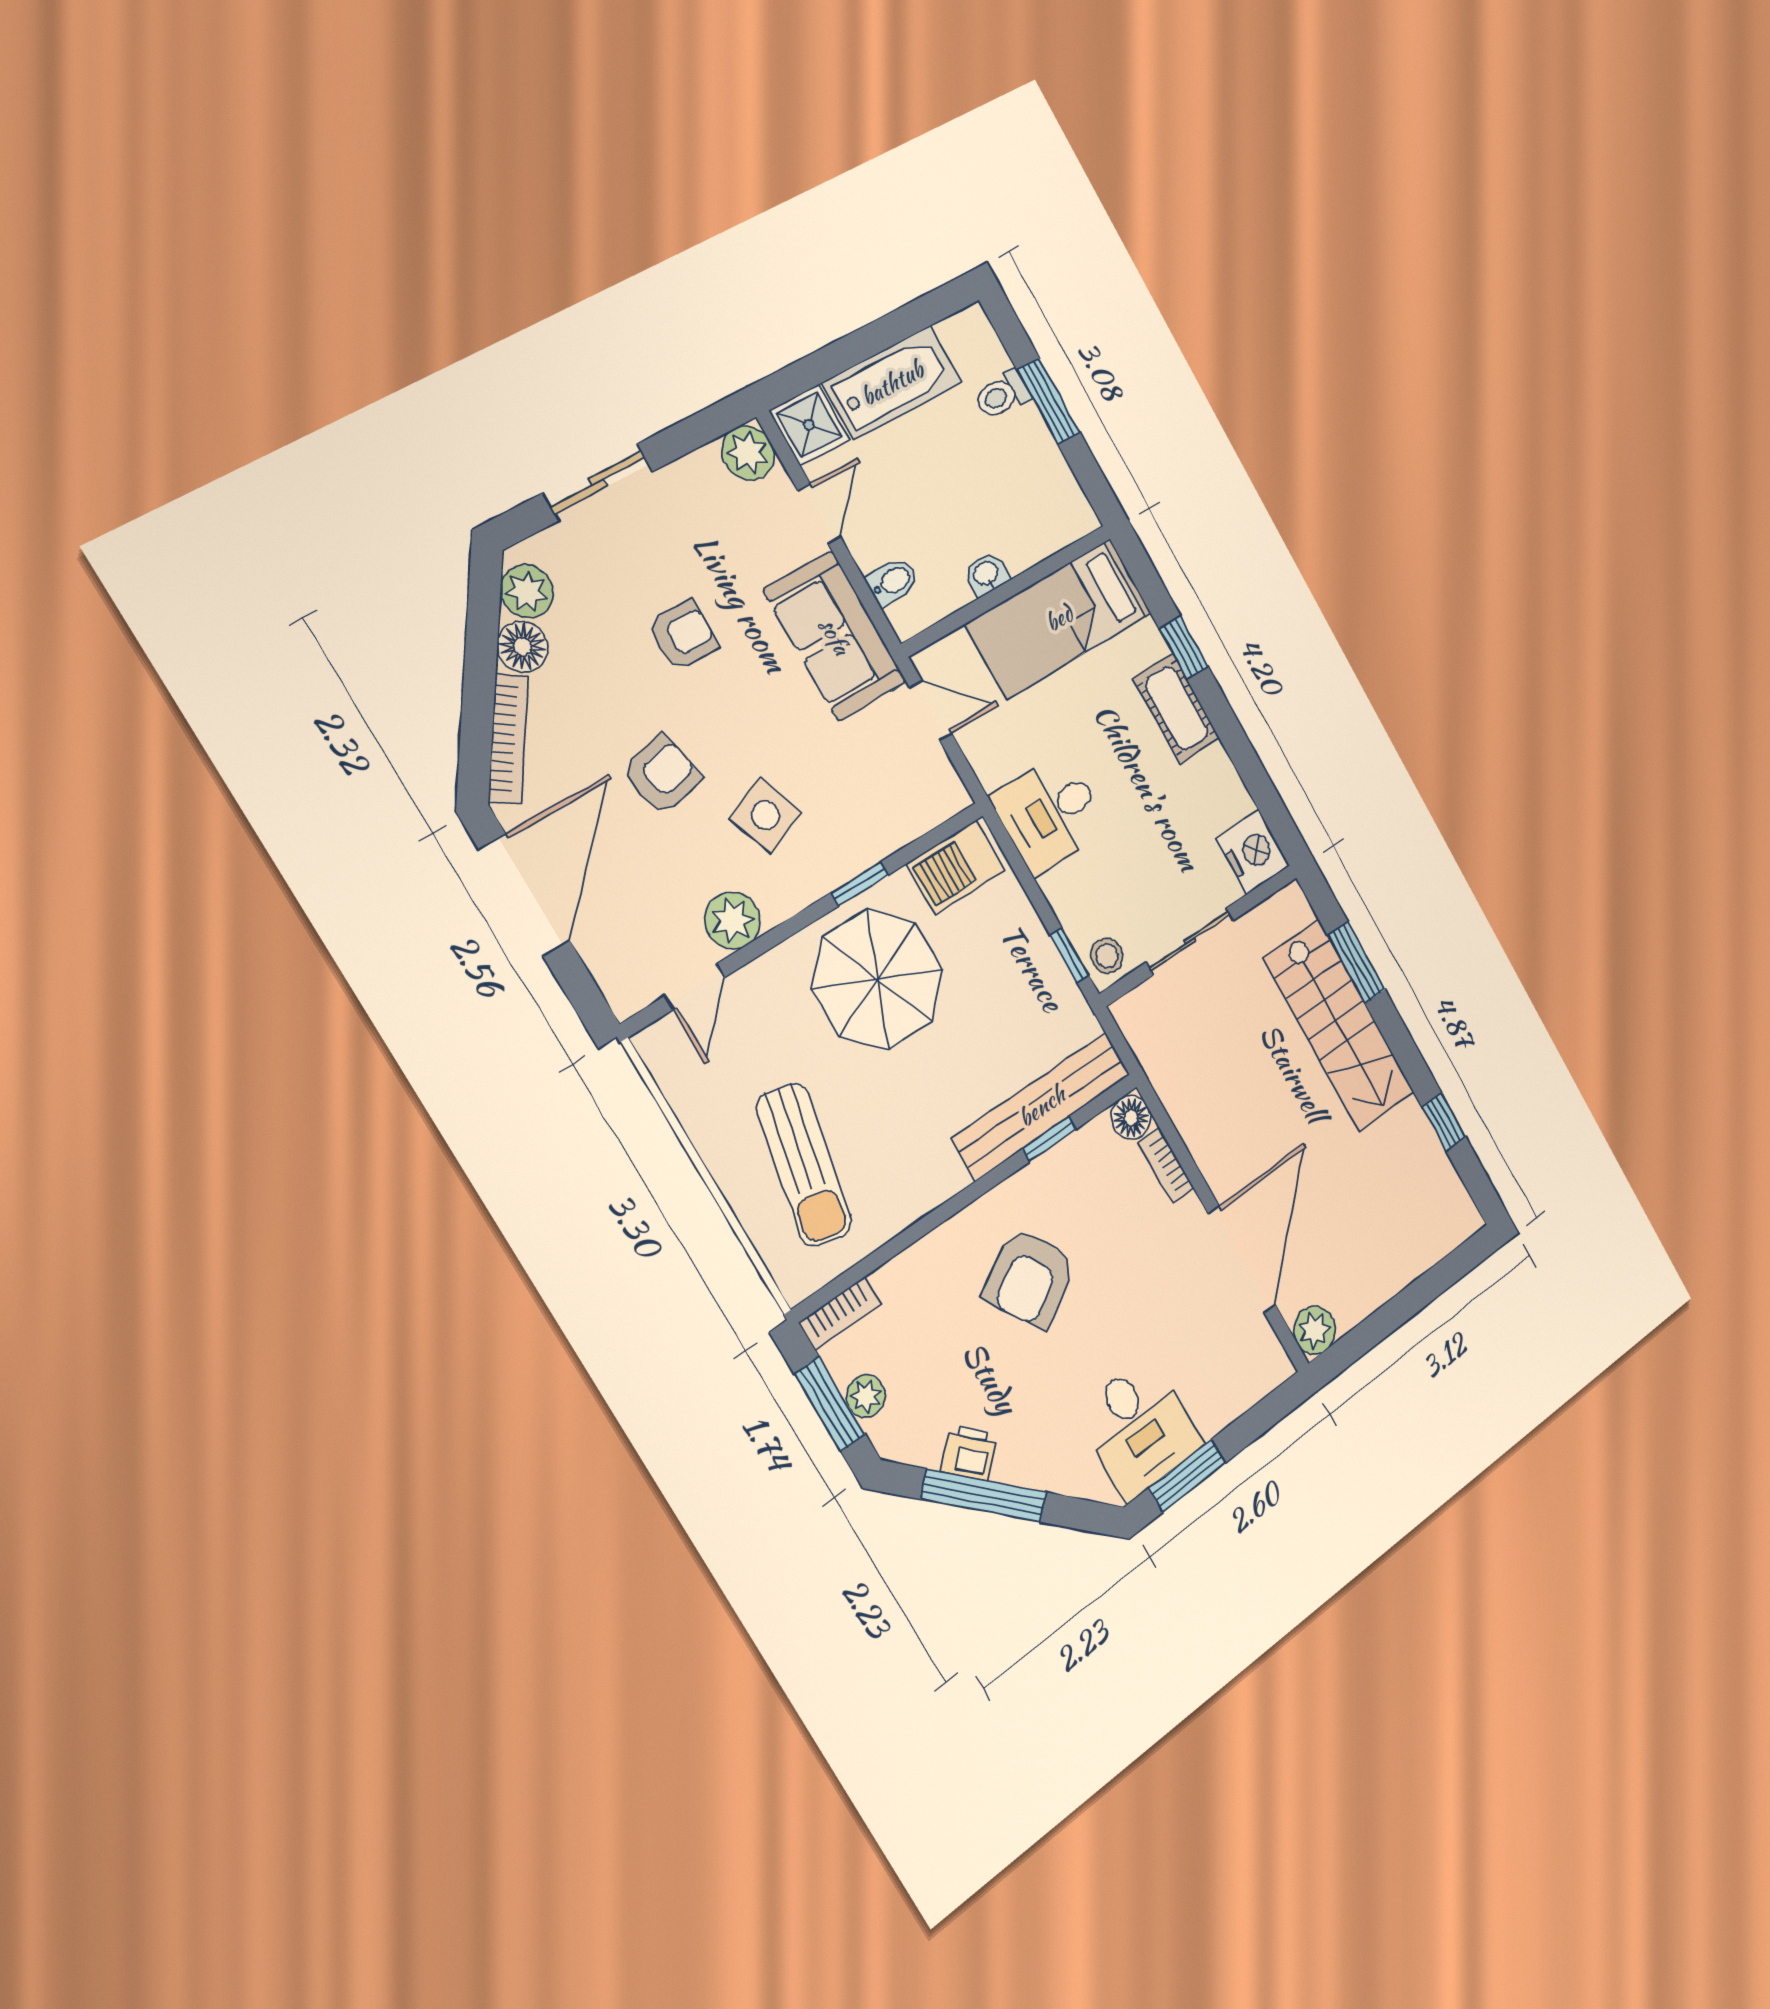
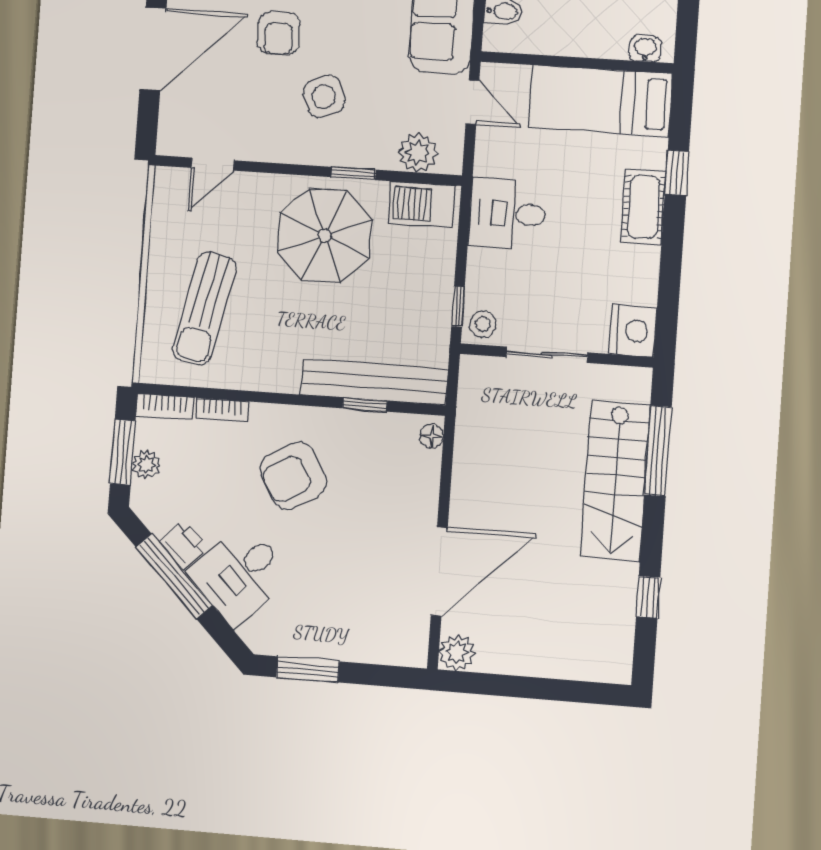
washbasin: (986, 574) -> (645, 49), moved
armchair: (662, 774) -> (279, 33), turned 103
plant: (732, 921) -> (418, 153), moved
window: (1356, 963) -> (658, 451), width x1.44
floor lamp: (1131, 1117) -> (432, 436), width x0.73, depth x0.73
bookcase: (1166, 1166) -> (222, 410), moved, turned -90
desk: (1139, 1428) -> (240, 574), moved, turned 45

